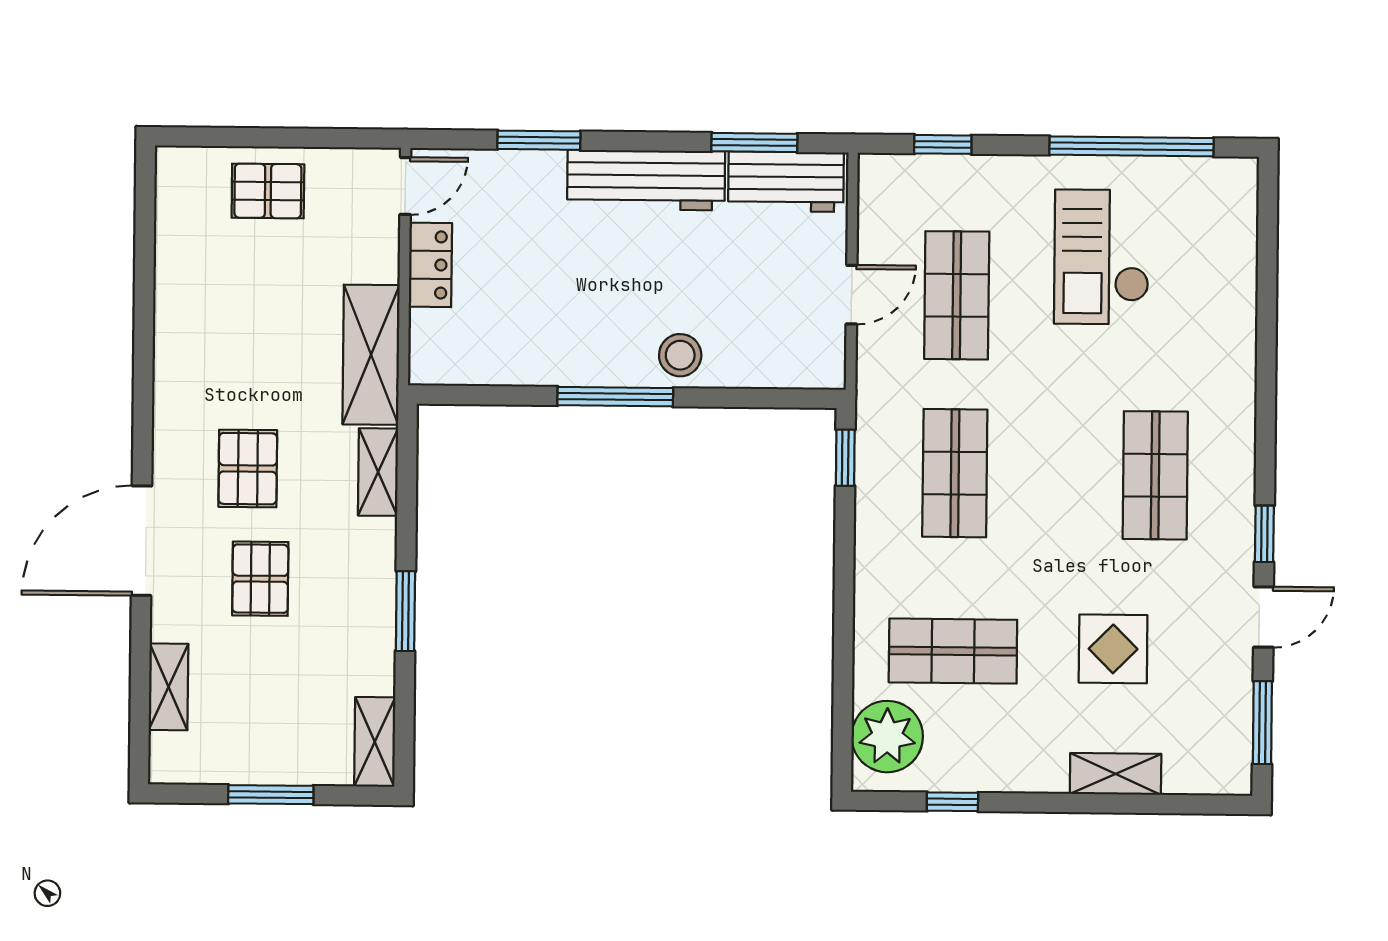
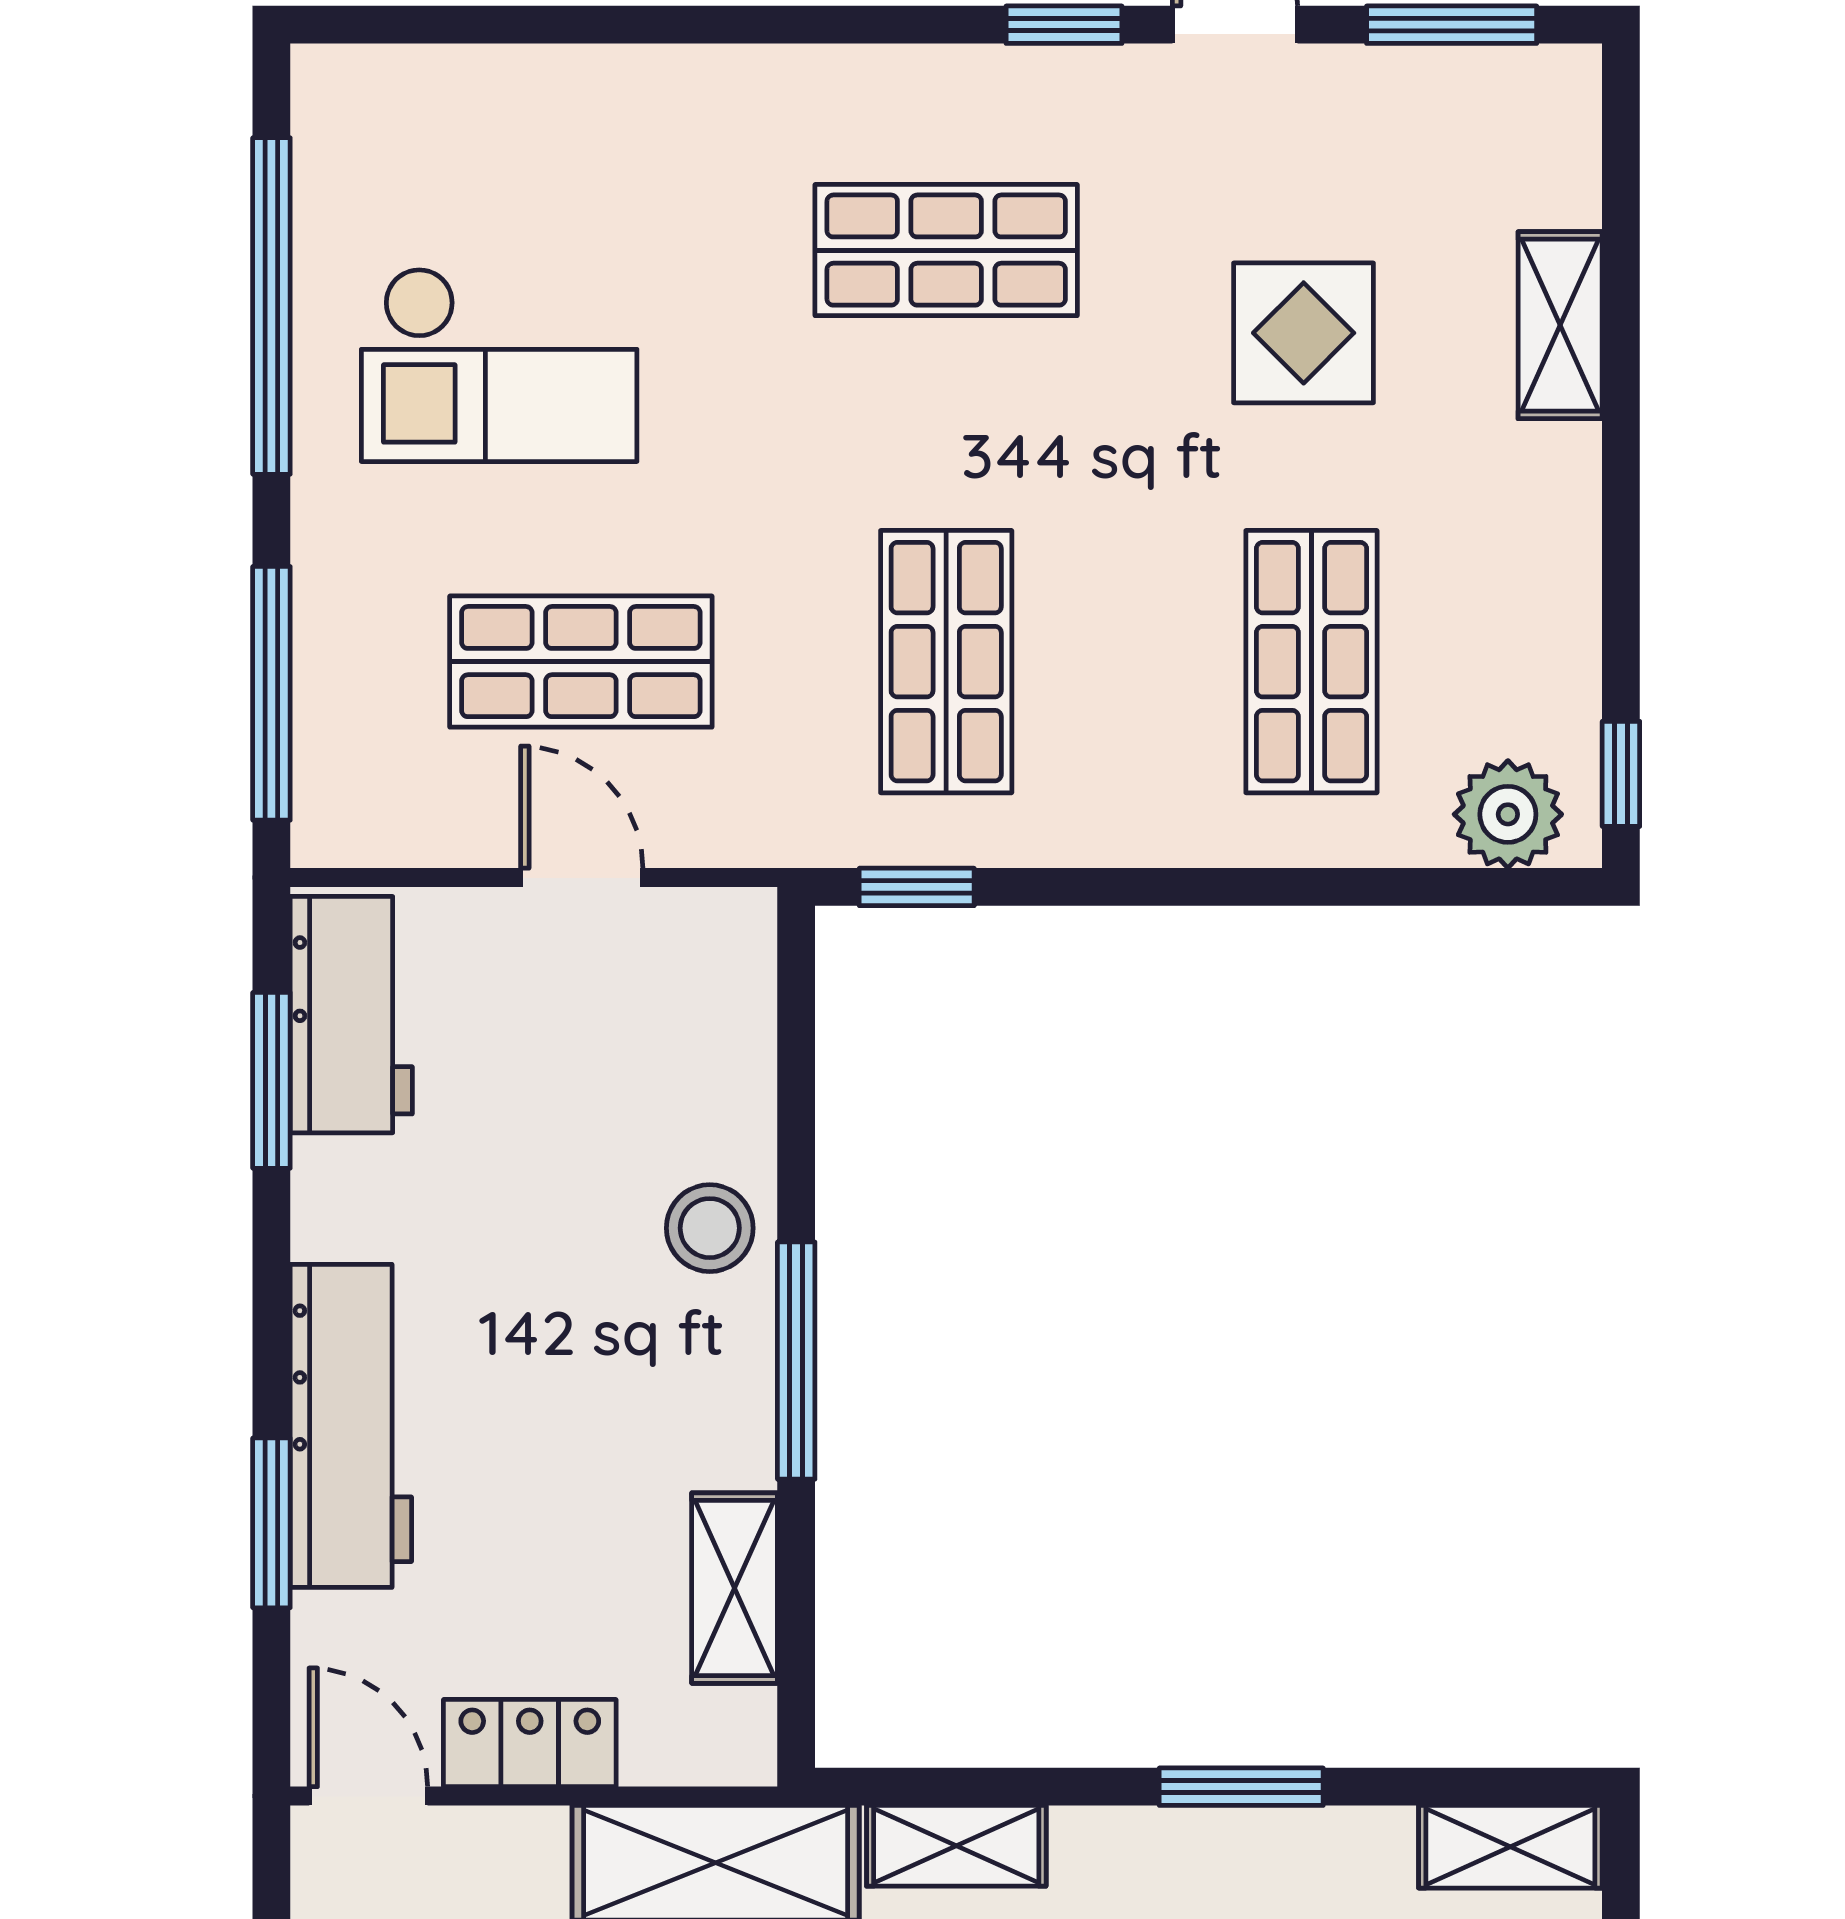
window: (943, 144) -> (271, 693), width x2.17
workbench: (646, 180) -> (351, 1426), moved
shelving: (505, 365) -> (735, 1588), added
shop shelf: (955, 473) -> (946, 662), turned 90
plant: (887, 737) -> (1508, 814), width x0.73, depth x0.73
window: (952, 802) -> (1621, 774), moved

